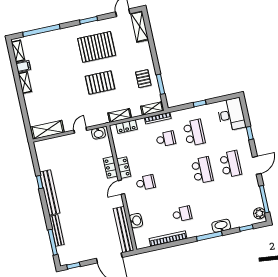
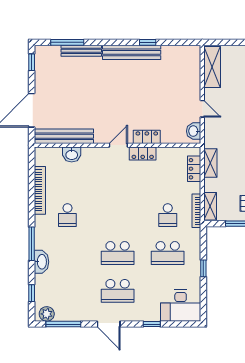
school desk: (146, 183) -> (118, 177), removed
door: (121, 187) -> (118, 145), hinge flipped

